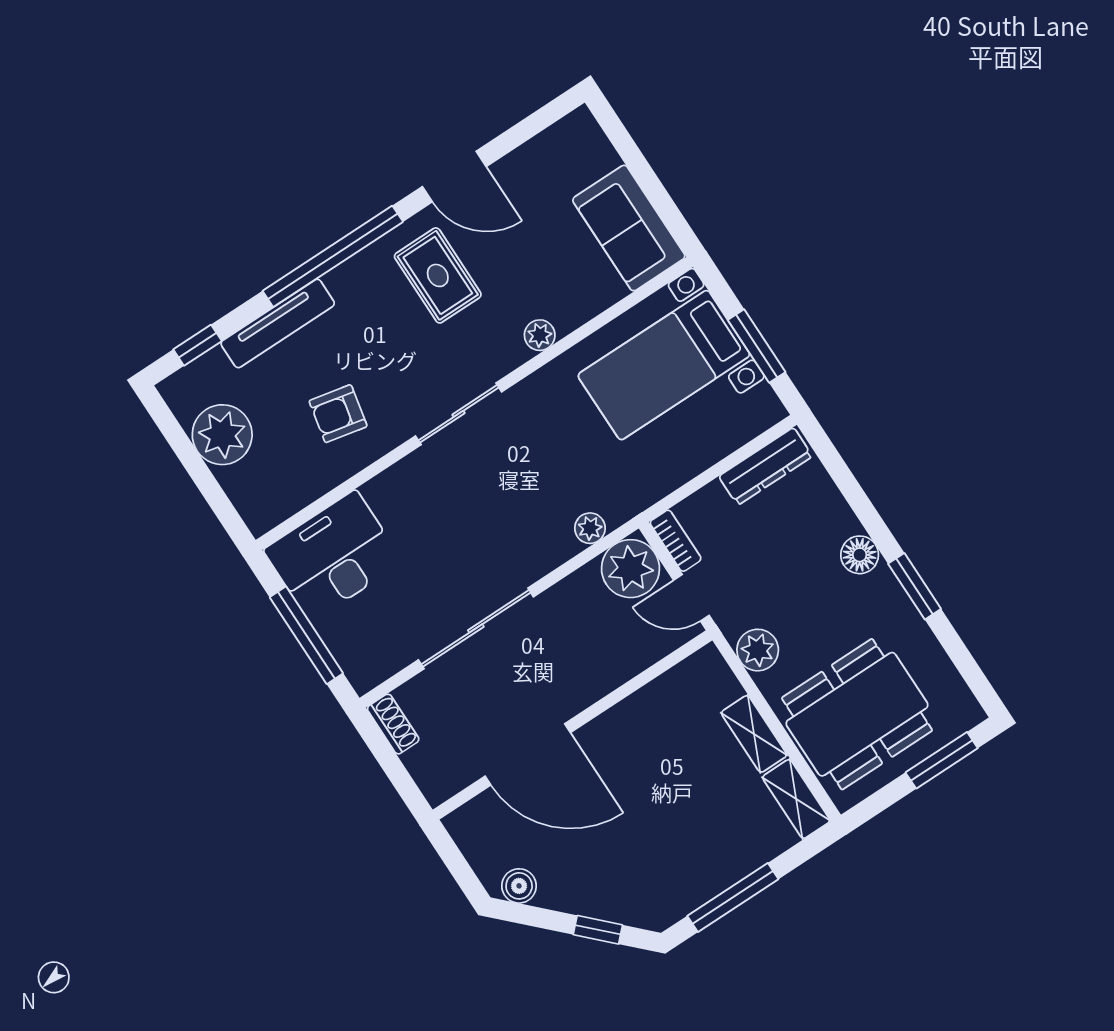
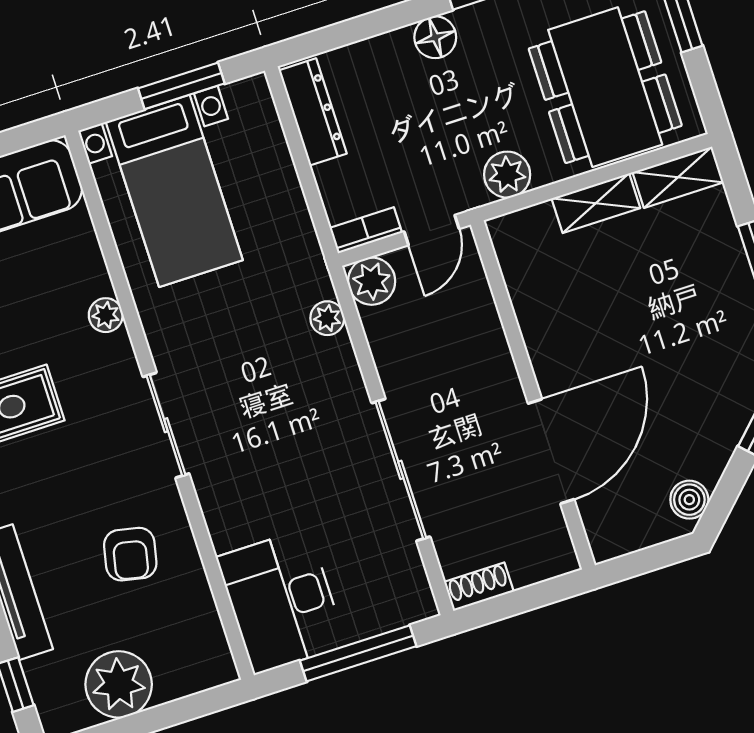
plant: (631, 569) -> (372, 281), width x0.73, depth x0.73

